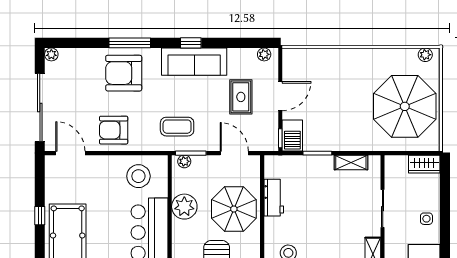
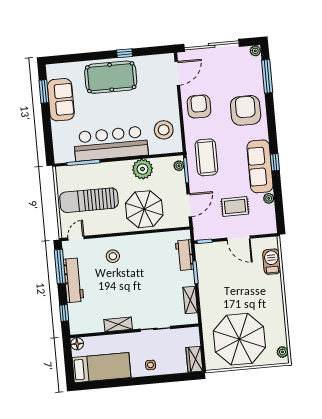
window: (130, 43) -> (267, 76), moved
plant: (264, 54) -> (269, 198), moved
coffee table: (177, 127) -> (206, 157), width x1.36, depth x1.32
barbecue: (292, 136) -> (272, 262), moved, turned 90
workbench: (274, 198) -> (184, 255), moved, turned 90

